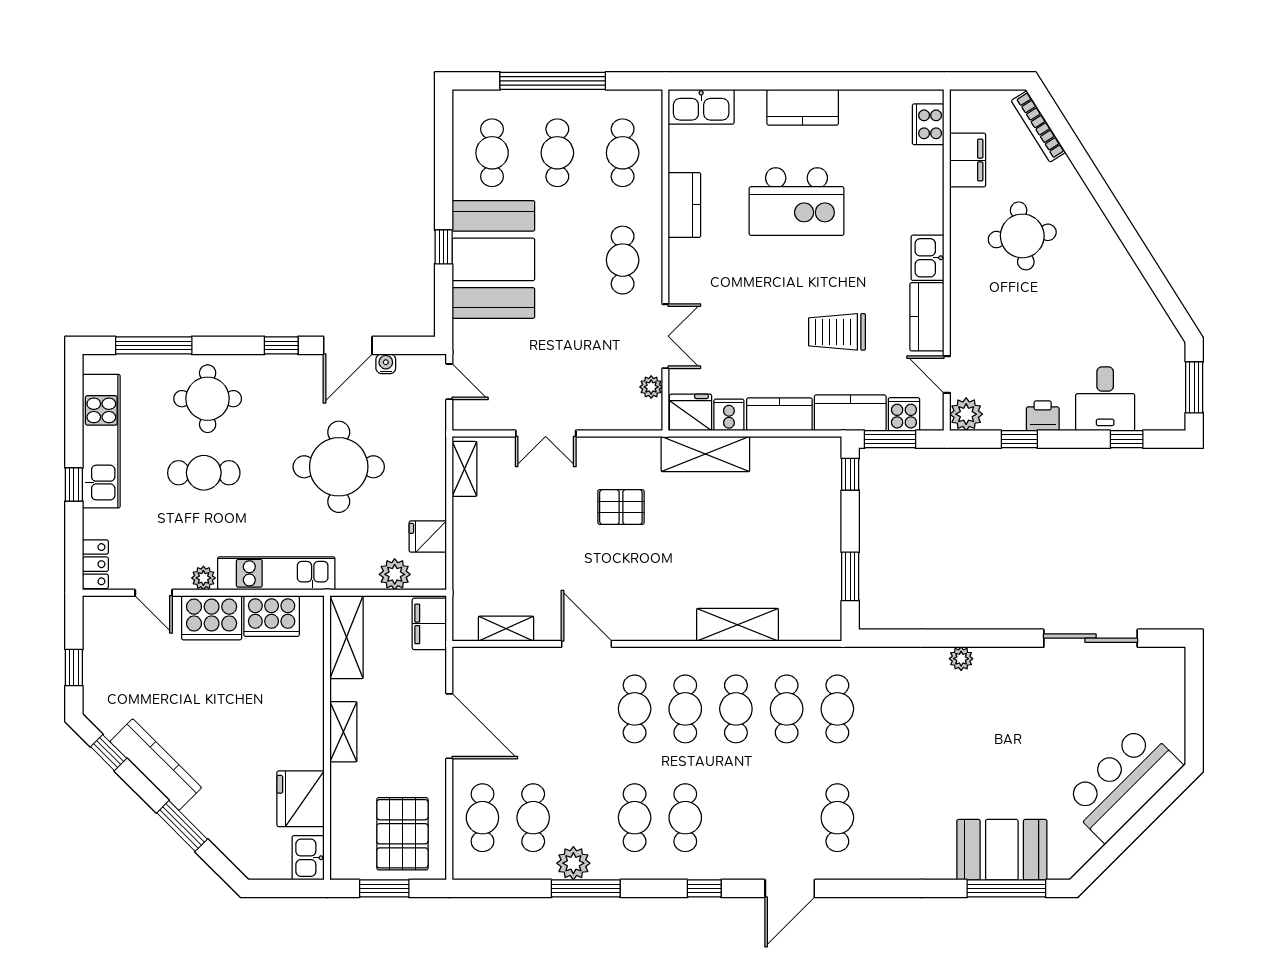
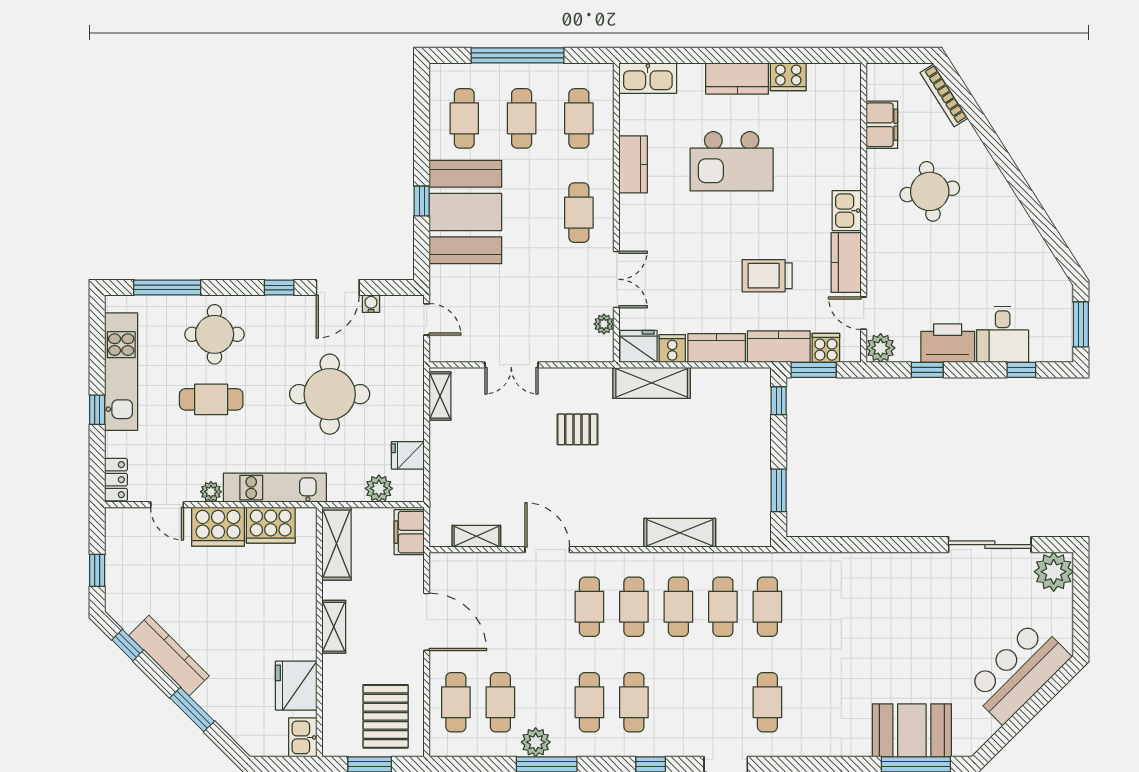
cooker: (928, 124) -> (788, 77), moved, turned -90
printer: (1043, 416) -> (948, 343), width x1.87, depth x1.48
plant: (961, 659) -> (1054, 572), moved, width x1.87, depth x1.87

